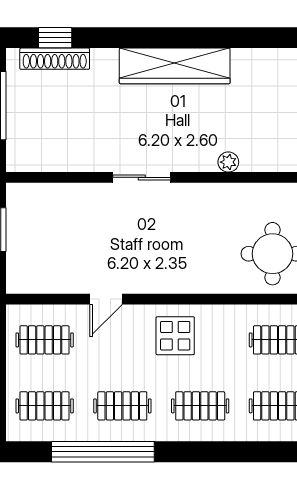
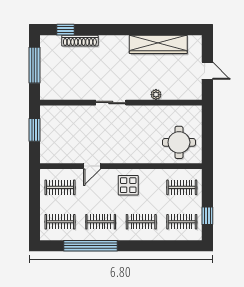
shoe rack: (55, 59) -> (80, 41), moved
wardrobe: (175, 66) -> (158, 44), moved

